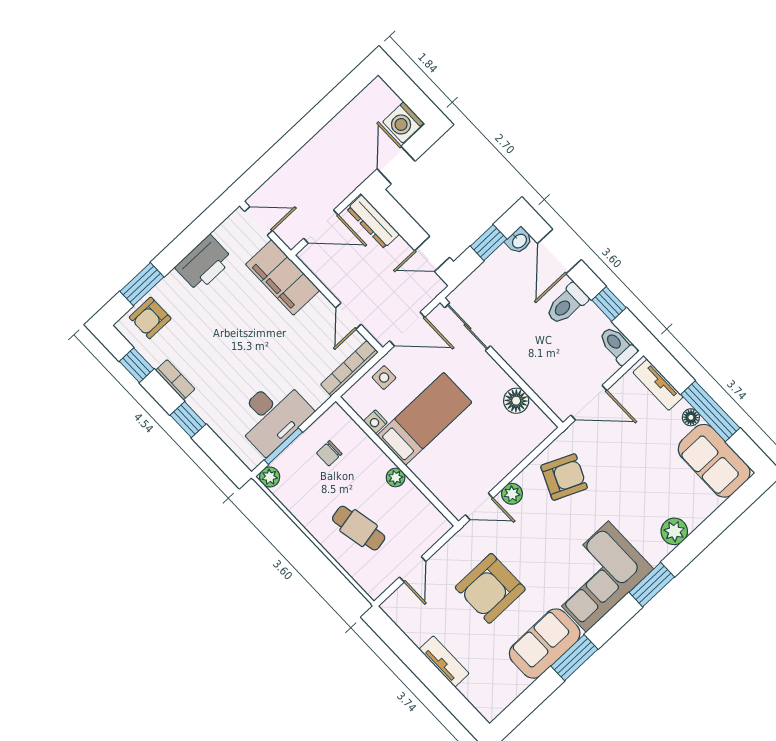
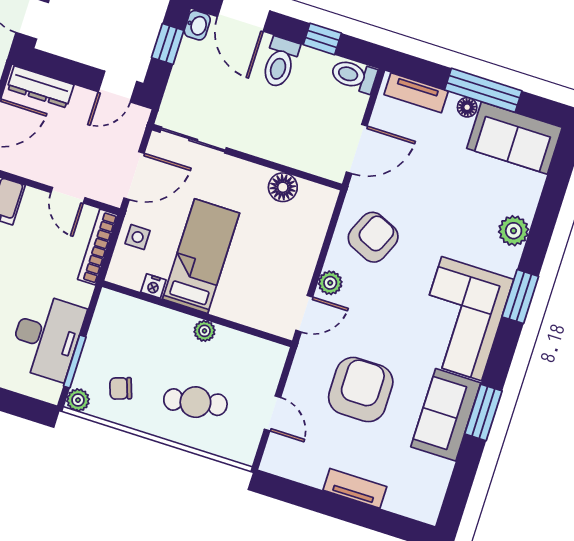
chair: (329, 453) -> (121, 388), moved, turned 71
armchair: (490, 588) -> (361, 390), turned 180

